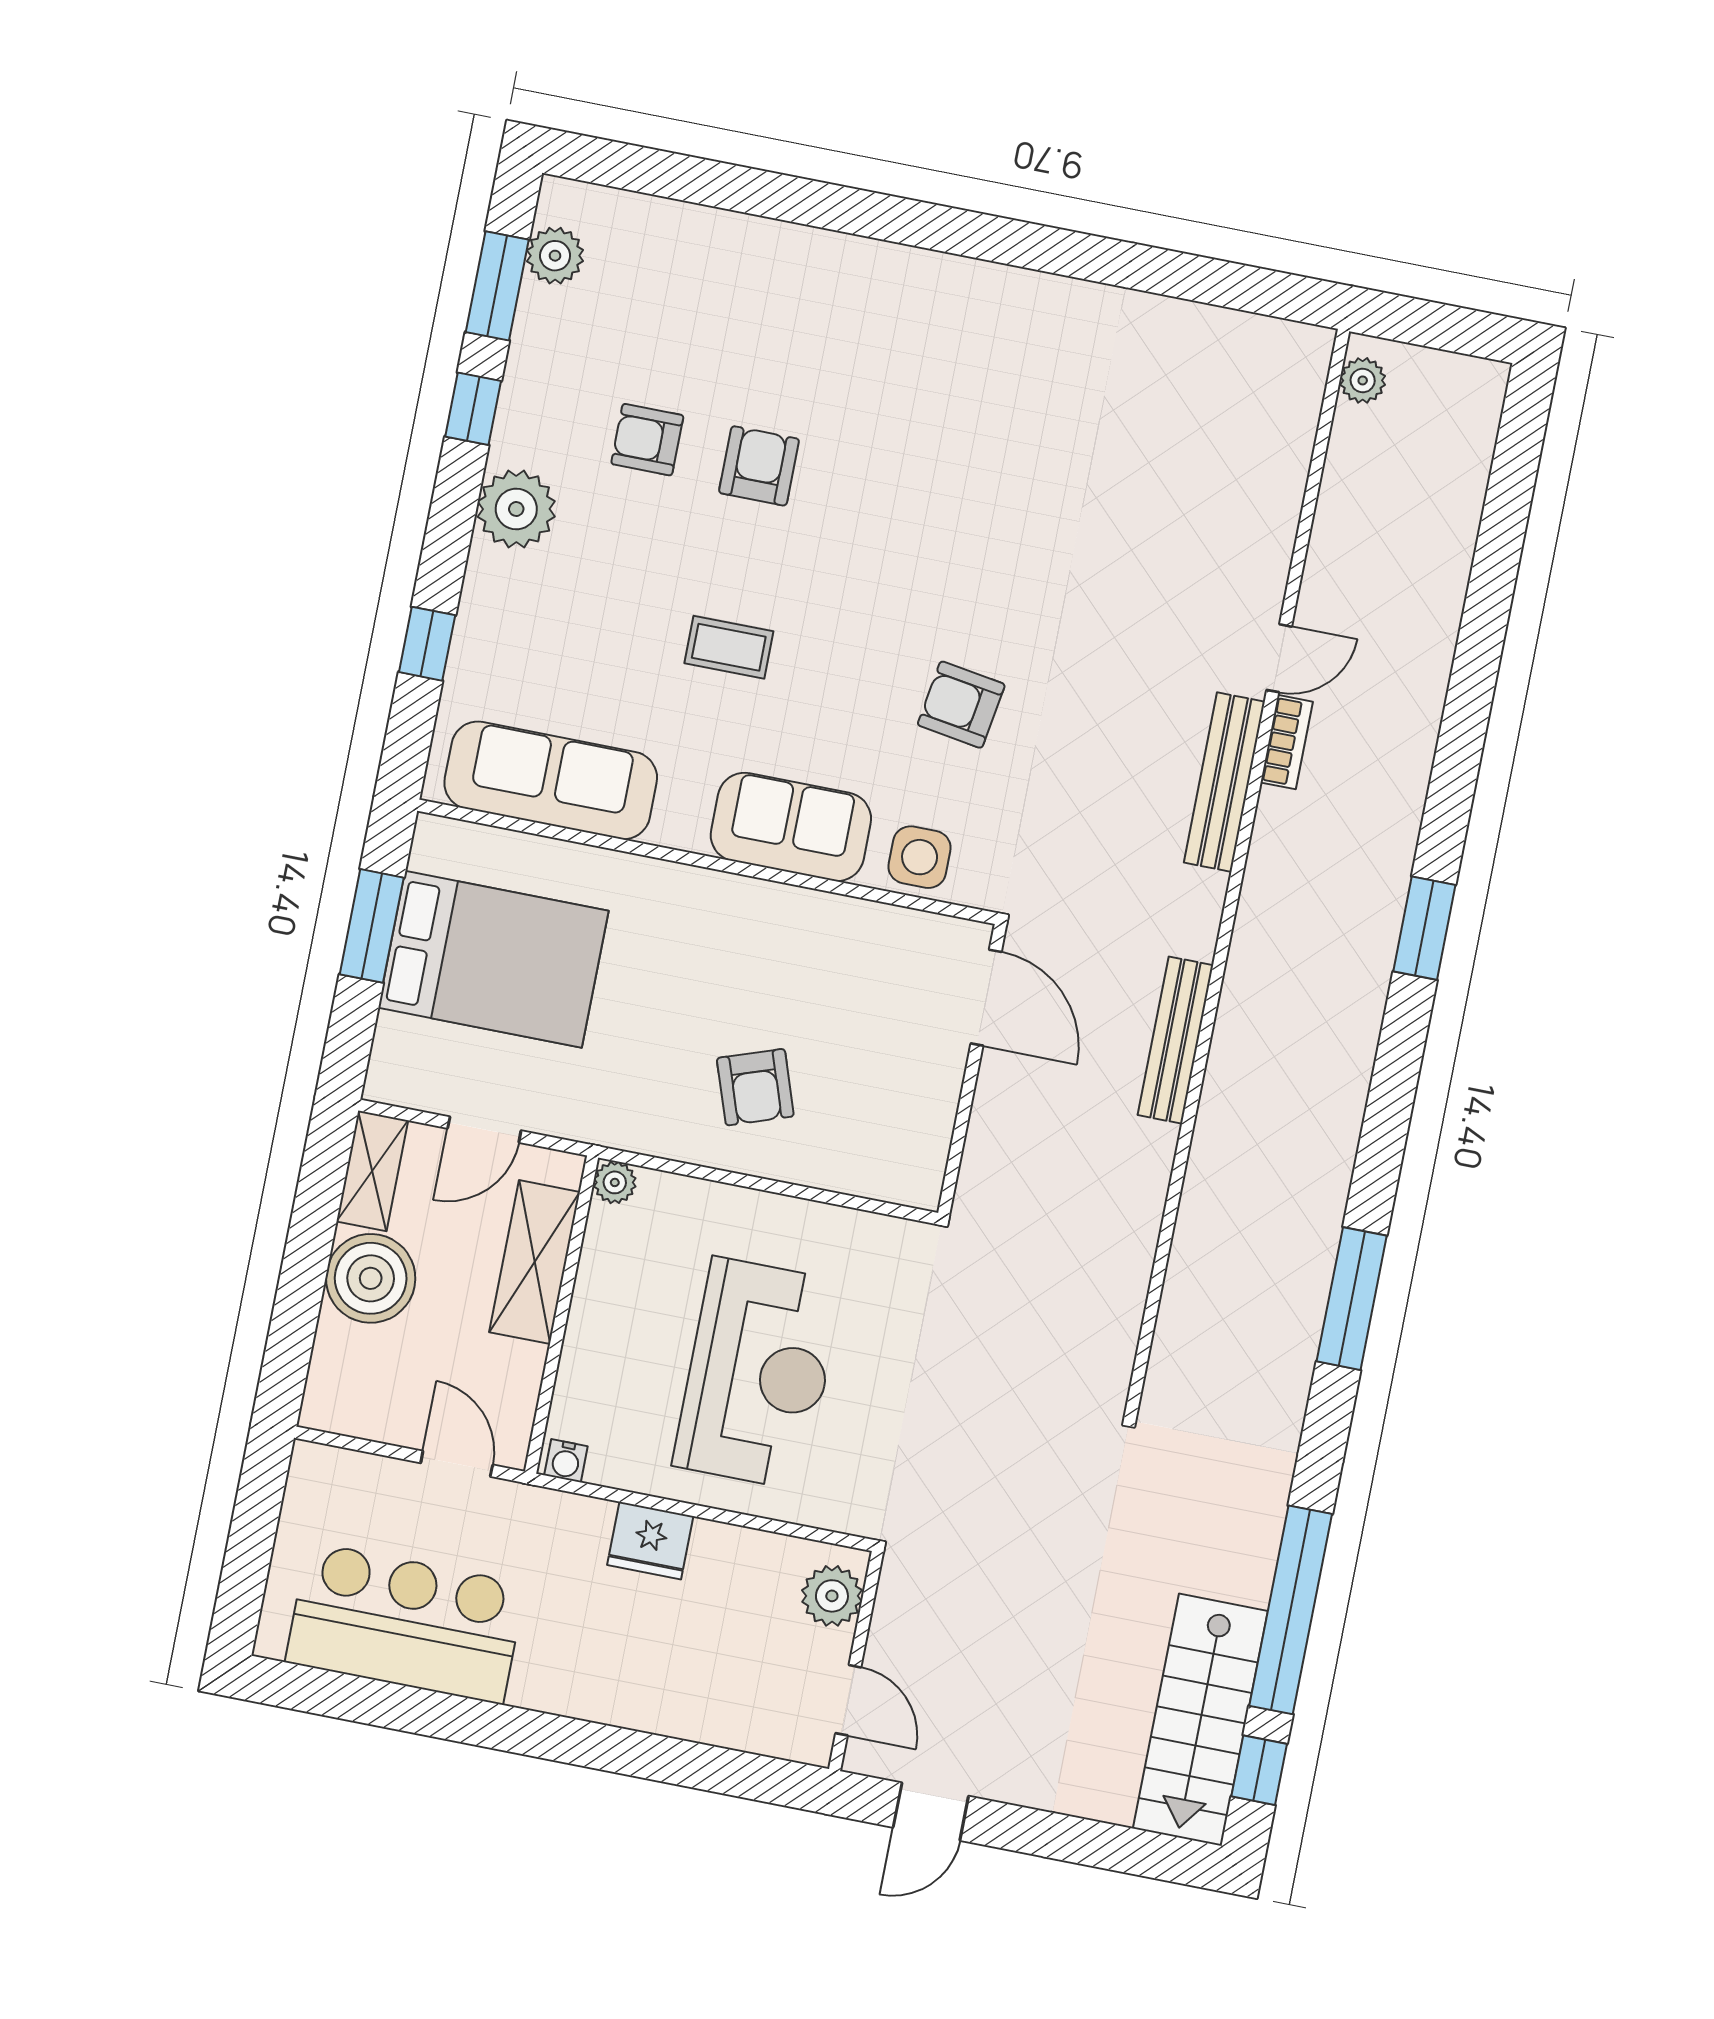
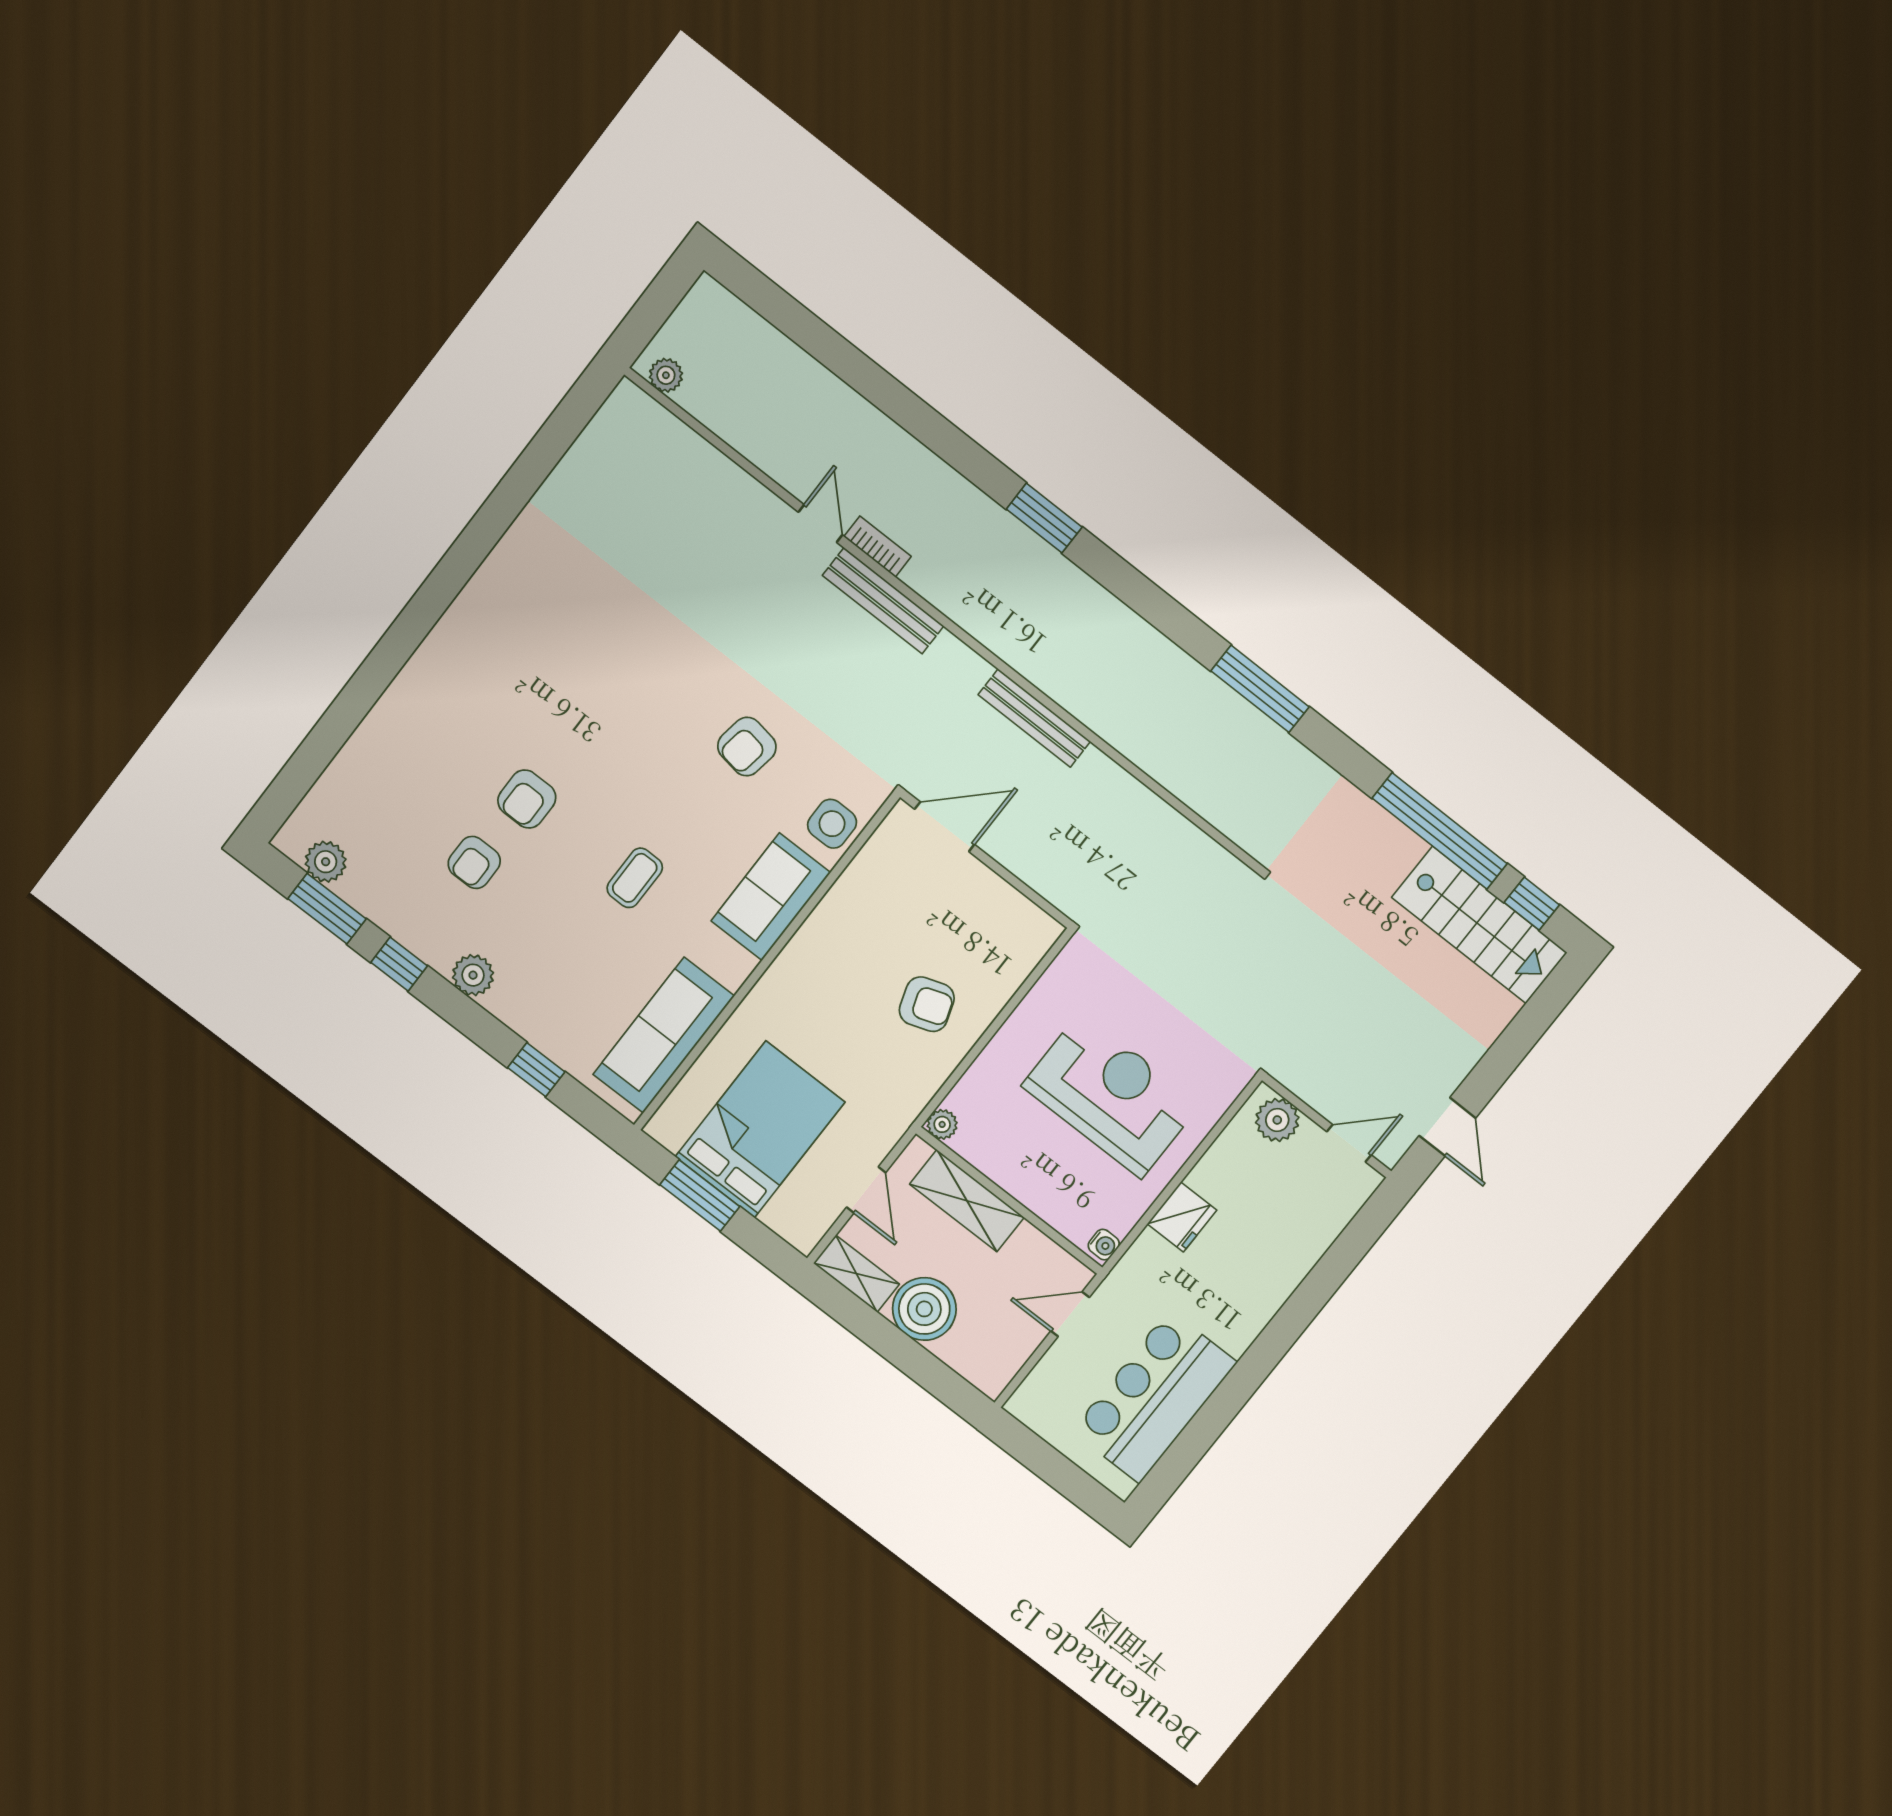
armchair: (759, 466) -> (527, 799), turned -90
plant: (516, 509) -> (473, 975), width x0.73, depth x0.73

